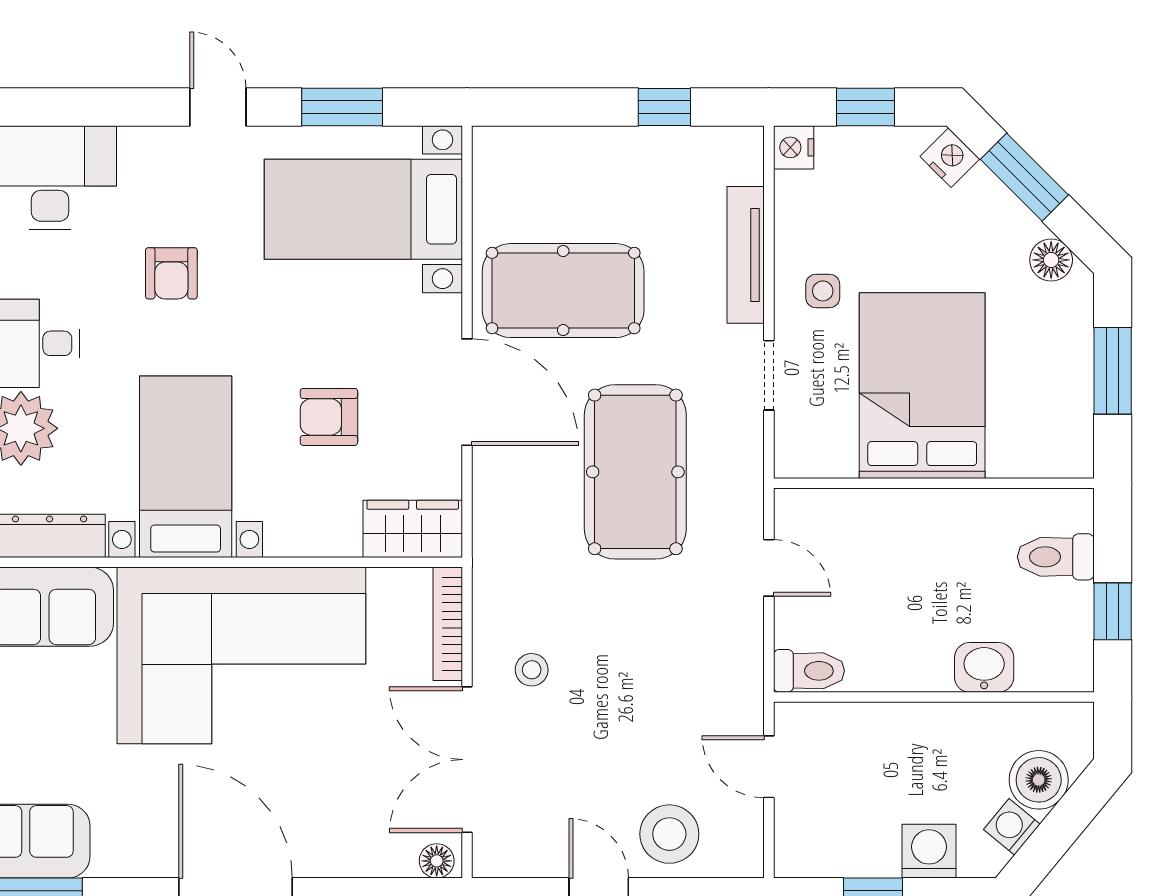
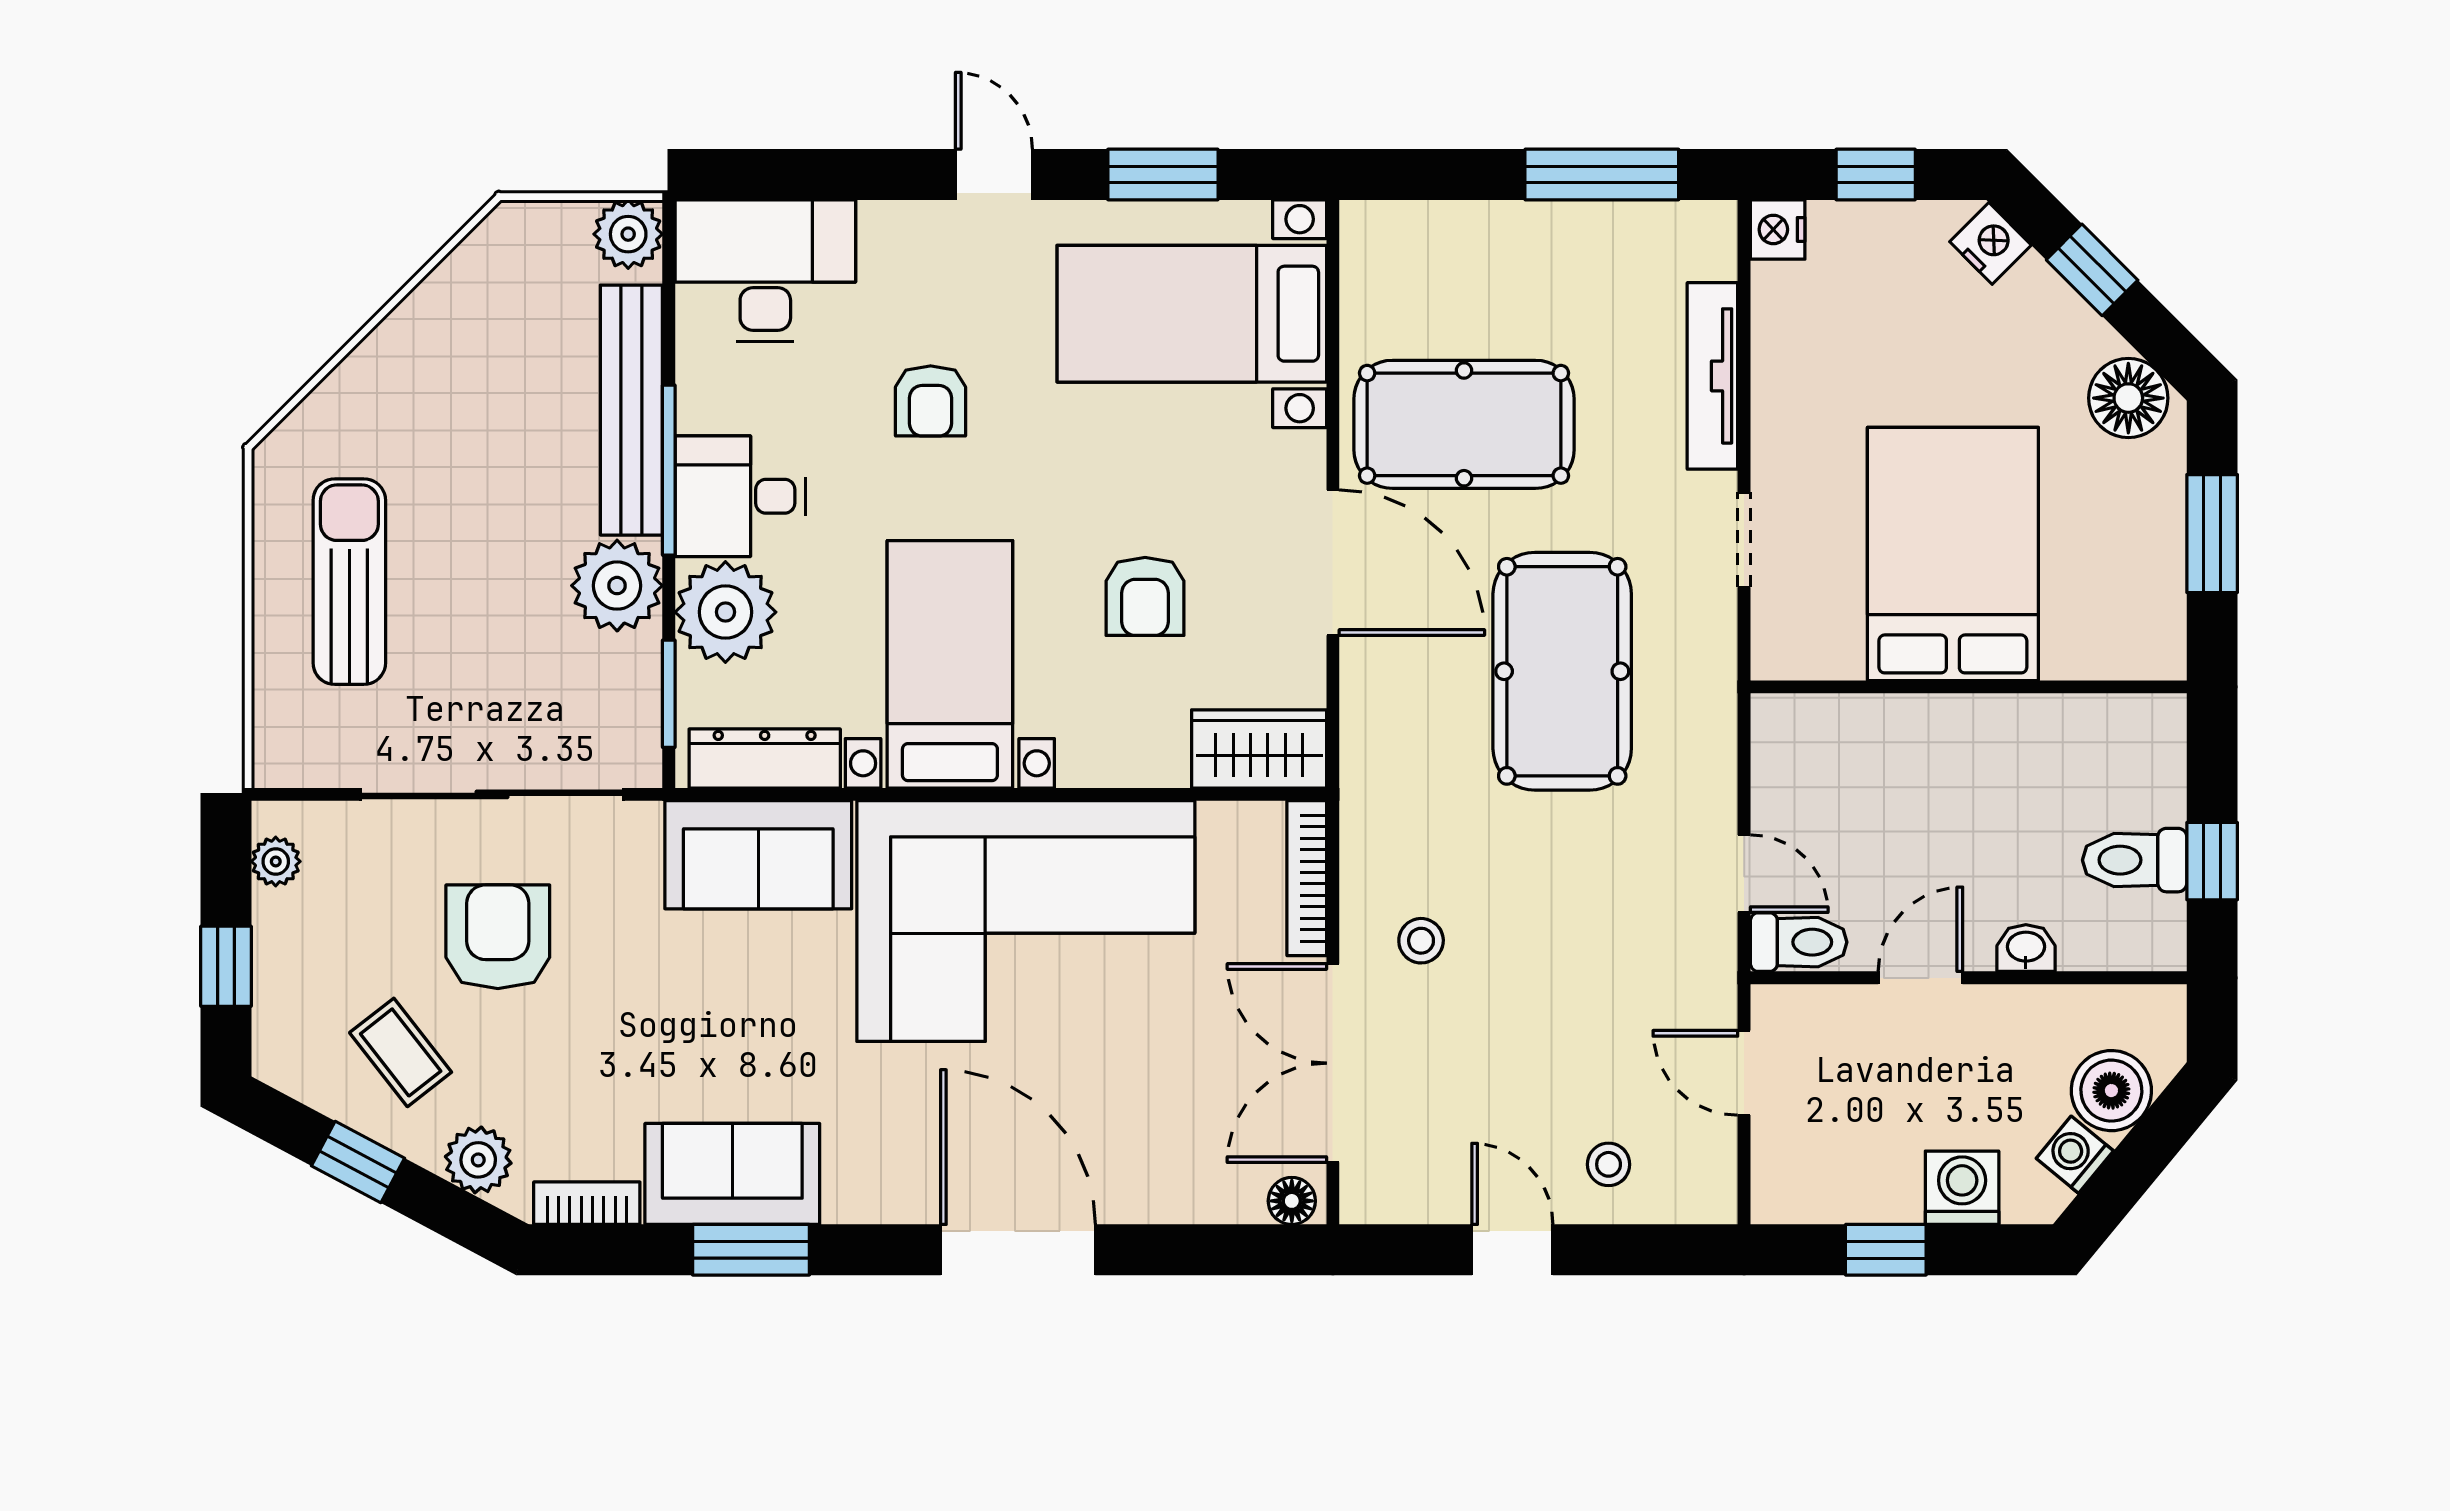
window: (664, 107) -> (1602, 175), width x2.17
window: (1024, 177) -> (2092, 270), width x0.67
floor lamp: (1051, 260) -> (2128, 398), width x1.38, depth x1.38
side table: (823, 291) -> (1817, 425), removed
armchair: (329, 417) -> (1145, 596), turned -90
toilet: (1056, 557) -> (2135, 860), moved
door: (769, 568) -> (1744, 874), moved
washbasin: (984, 667) -> (2026, 948), width x0.72, depth x0.69
door: (898, 697) -> (1920, 978), added
stool: (669, 834) -> (1609, 1164), width x0.53, depth x0.53

